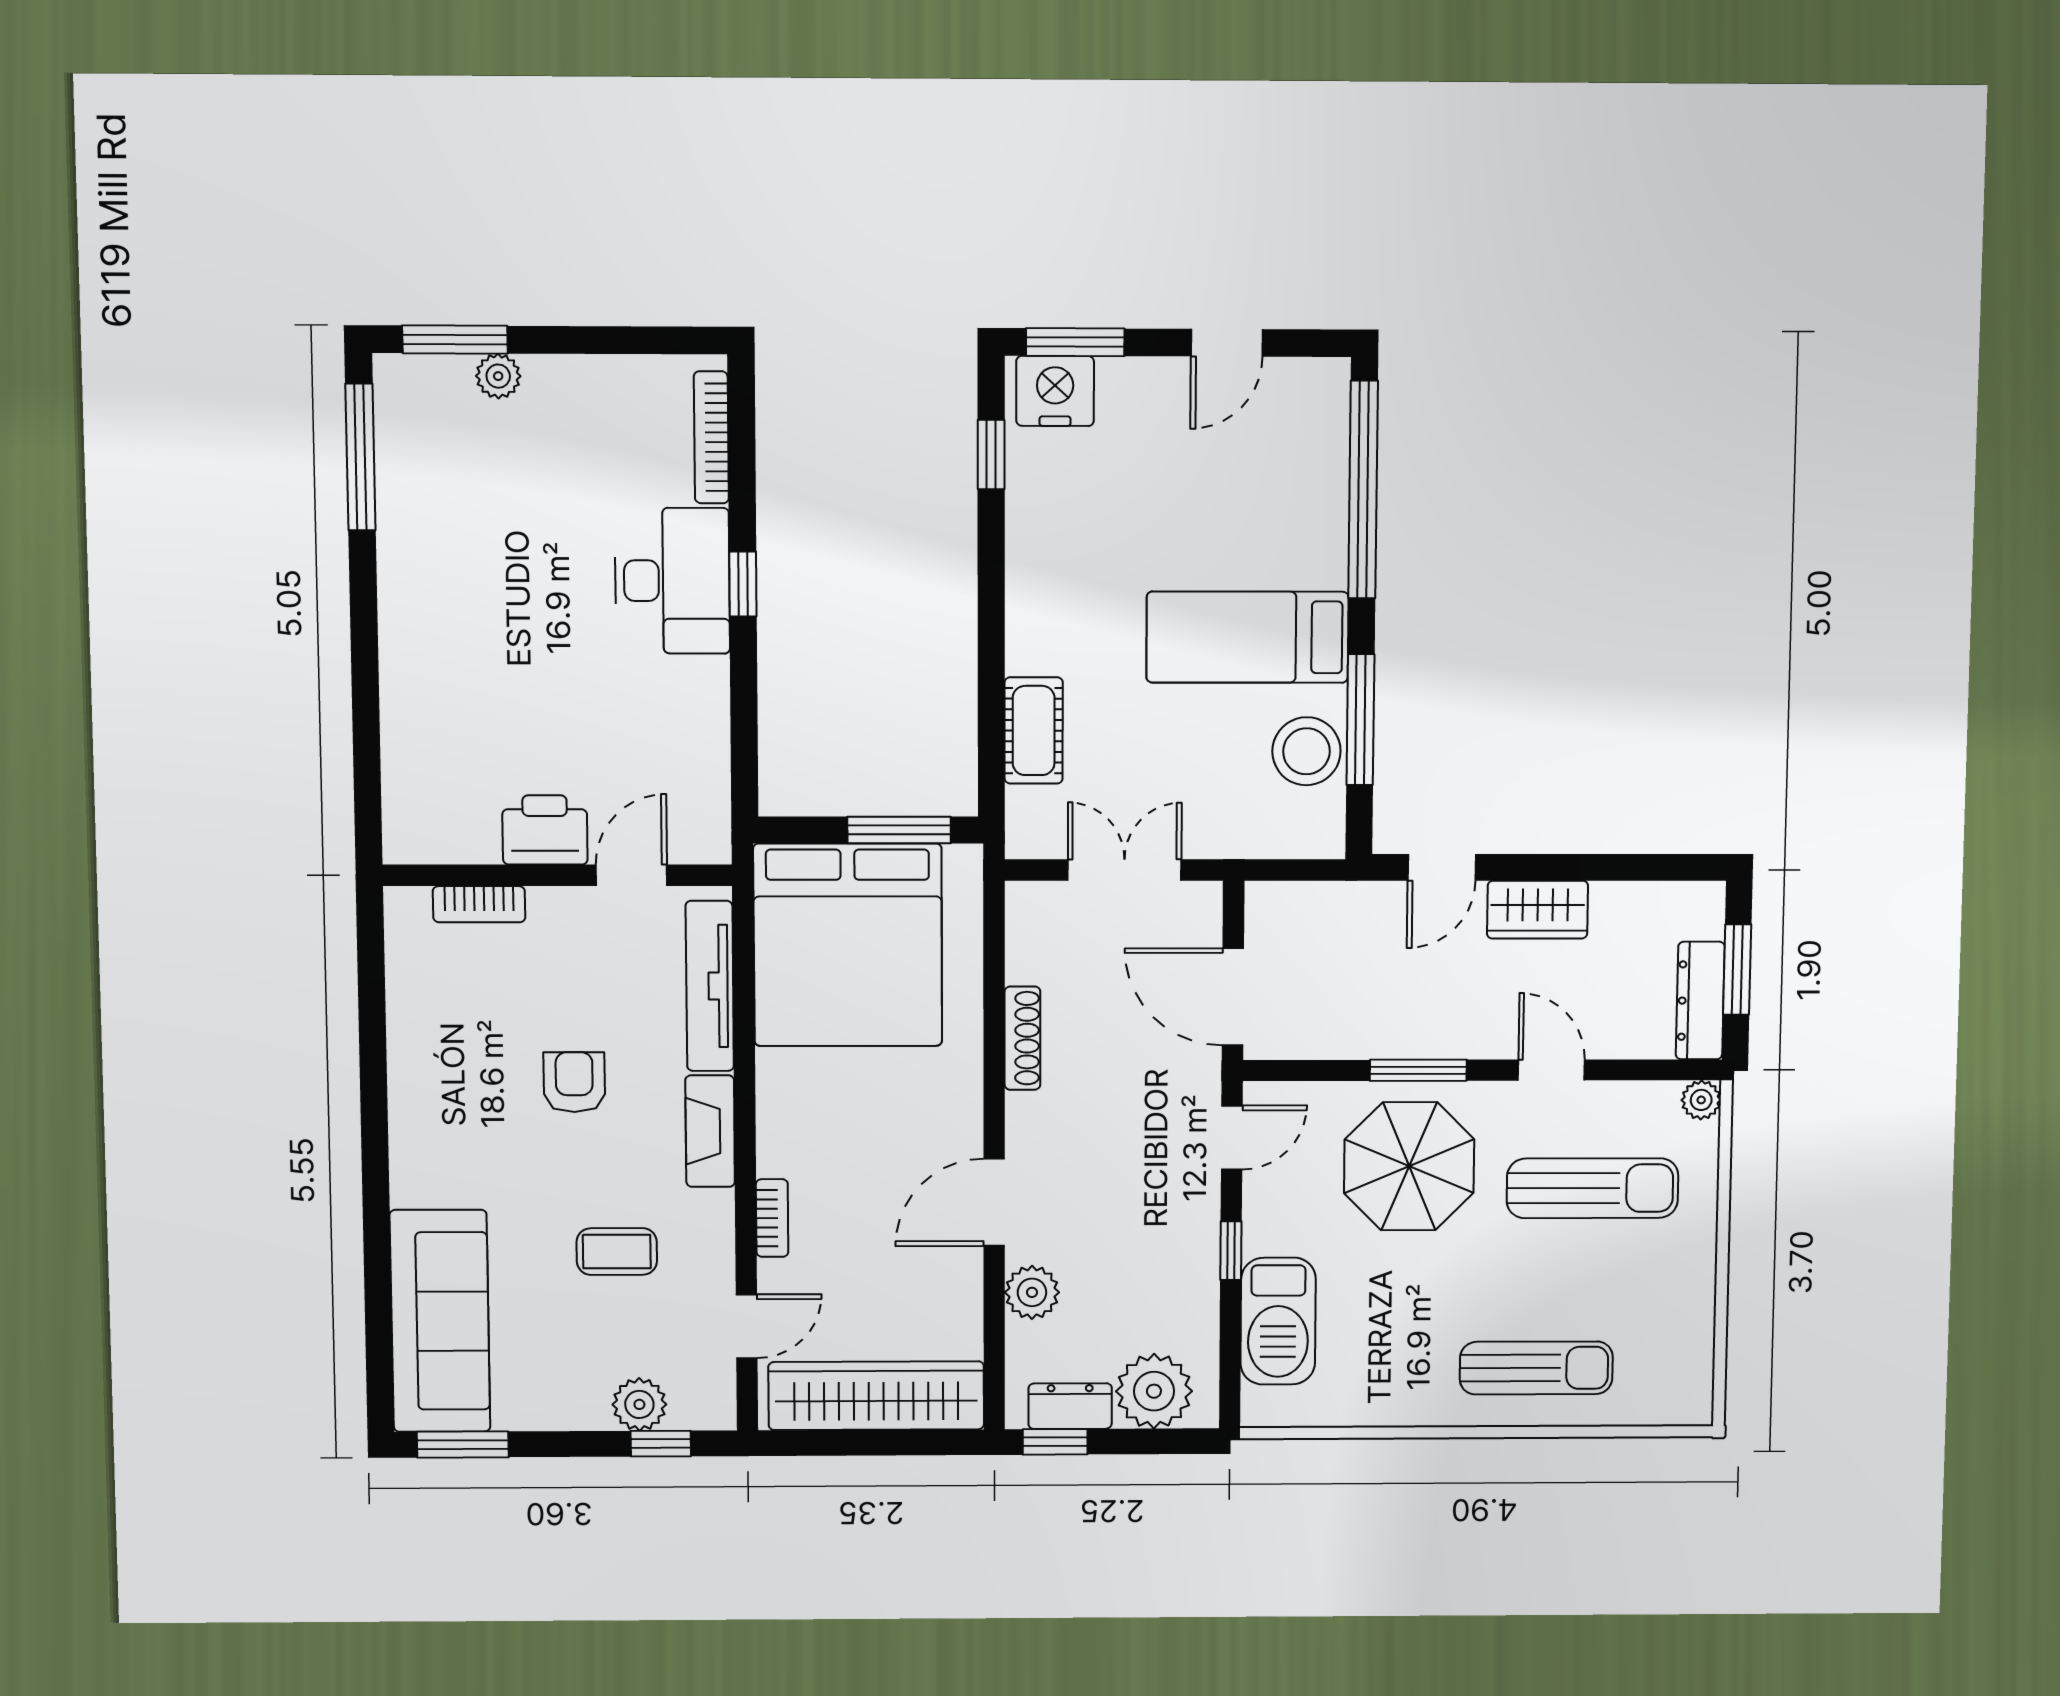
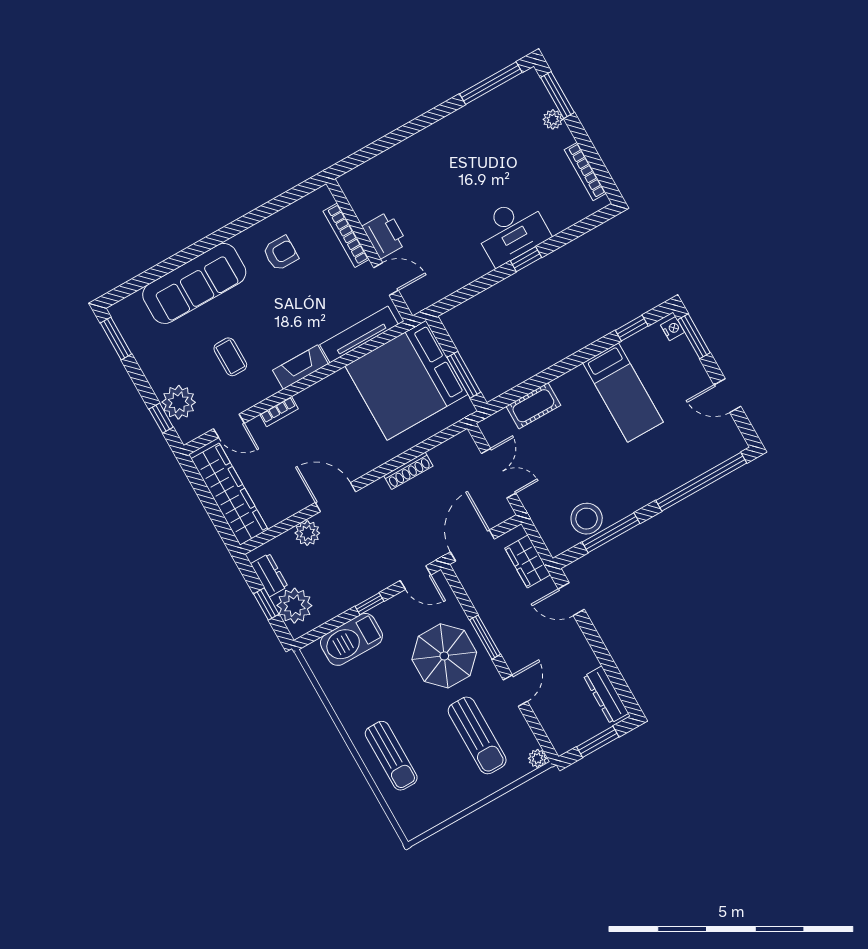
nightstand: (1055, 391) -> (673, 329), width x0.53, depth x0.56
bookcase: (711, 437) -> (585, 172), moved, turned -90
bed: (1247, 637) -> (623, 393), moved, turned 180
bookcase: (479, 904) -> (346, 235), width x1.56
wardrobe: (1537, 910) -> (528, 562), moved
dresser: (1700, 1001) -> (606, 695), moved, turned -90
armchair: (574, 1082) -> (281, 253), moved
sofa: (440, 1321) -> (194, 283), moved
plant: (639, 1404) -> (179, 402), width x1.36, depth x1.36
window: (1055, 1442) -> (266, 604), moved

